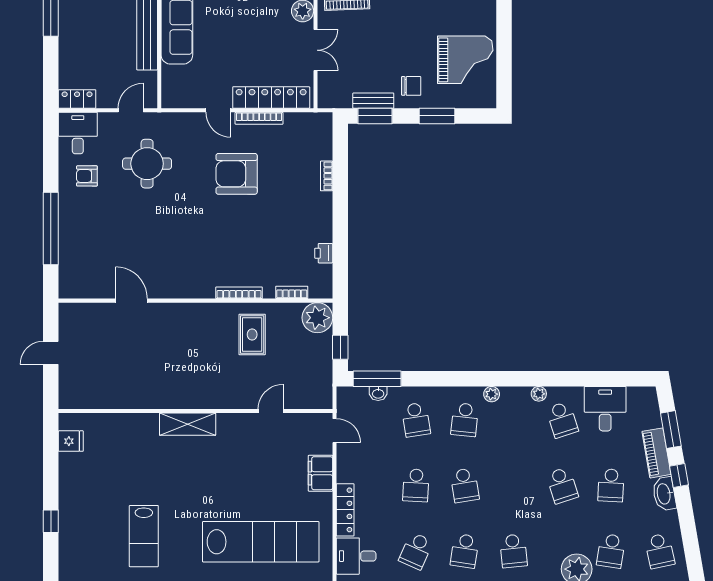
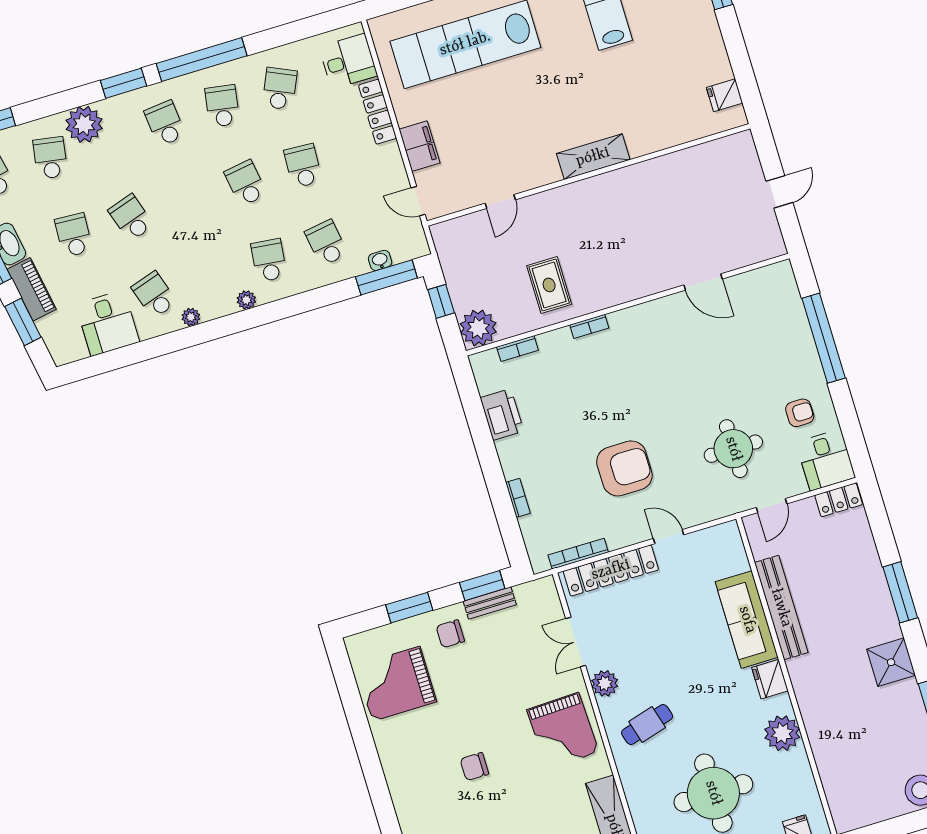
bookcase: (259, 118) -> (578, 554), moved
printer: (324, 253) -> (502, 414), width x1.87, depth x1.48
bookcase: (239, 293) -> (589, 326), width x0.64

